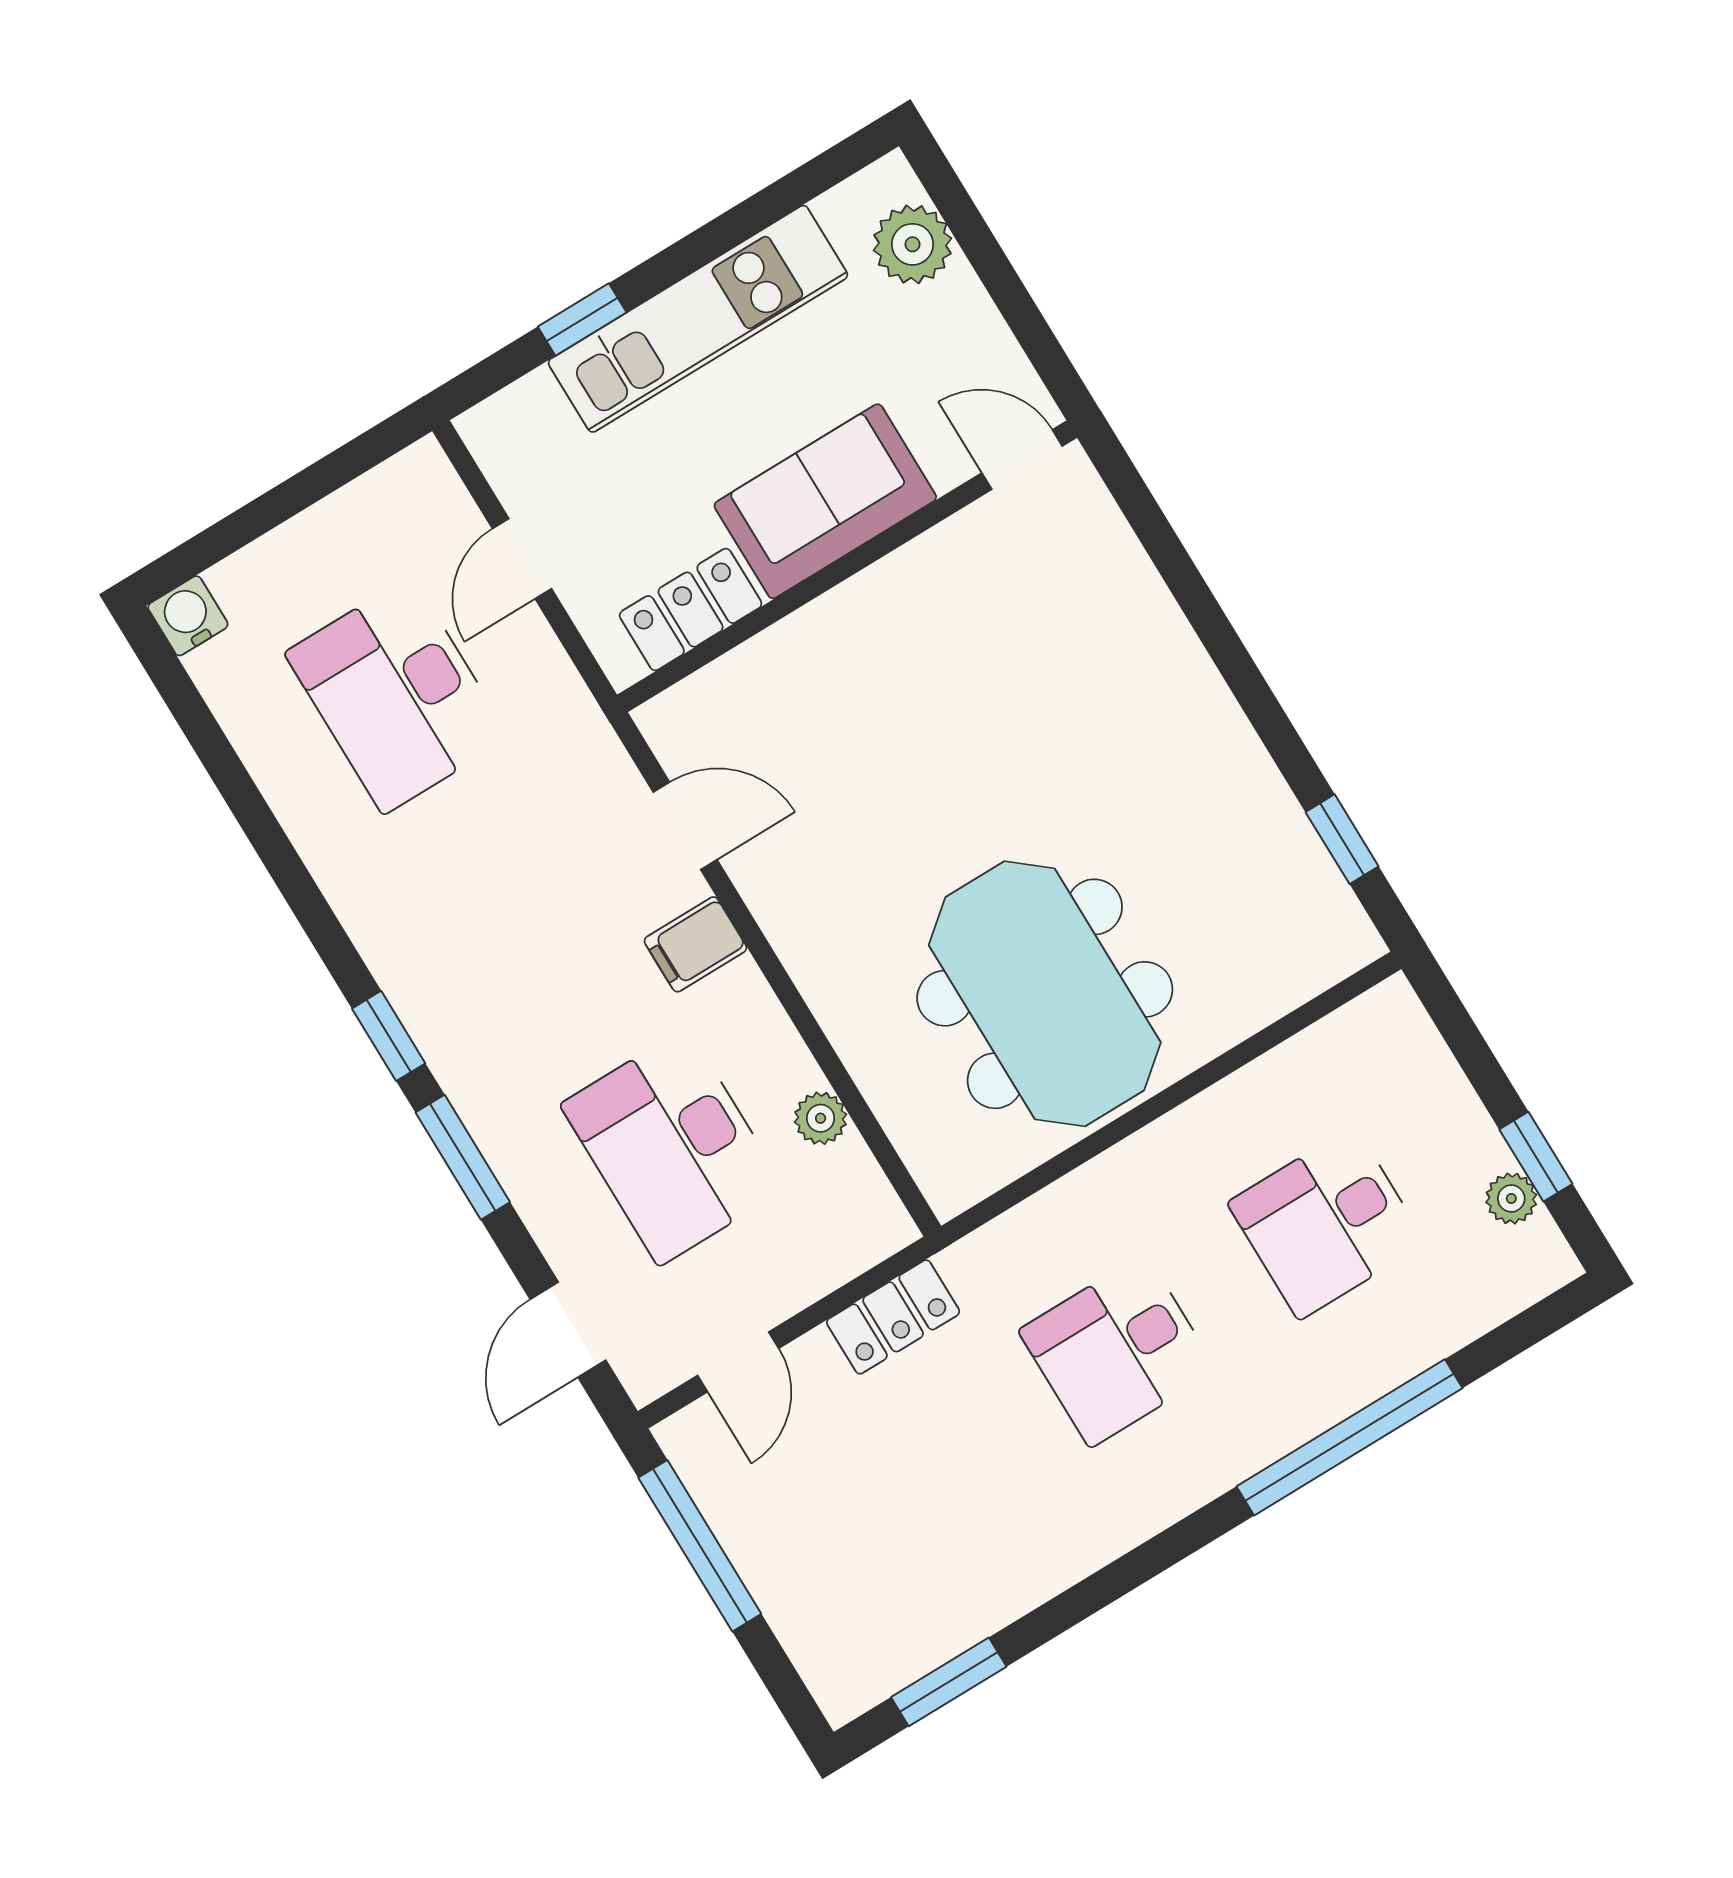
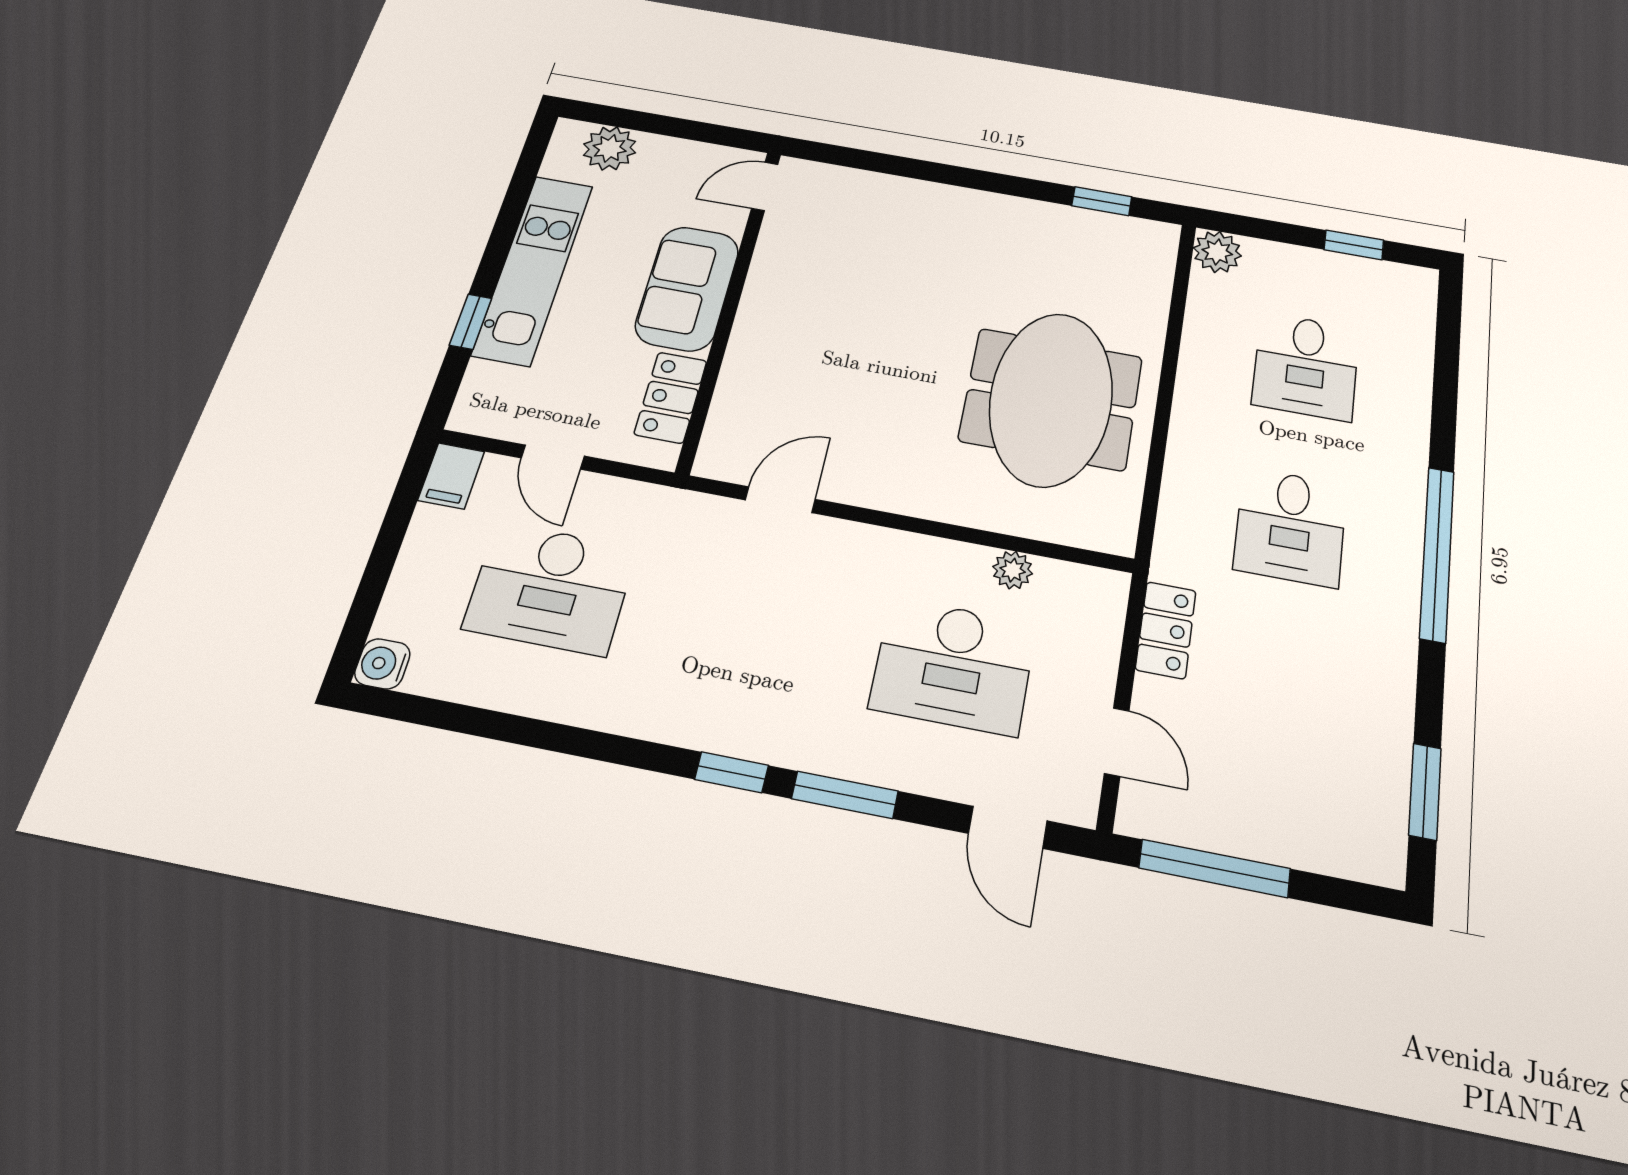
filing cabinet: (695, 944) -> (451, 476), moved
meeting table: (1045, 994) -> (1051, 399), turned 90
plant: (1511, 1198) -> (1217, 252), moved, width x1.38, depth x1.38
window: (1349, 1437) -> (1437, 553), moved

